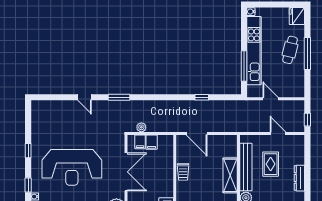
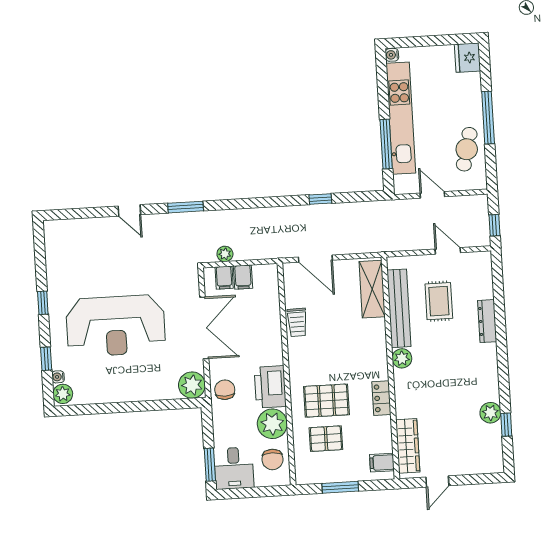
cafe table: (290, 50) -> (467, 149), moved
shelving: (230, 175) -> (372, 289), moved

